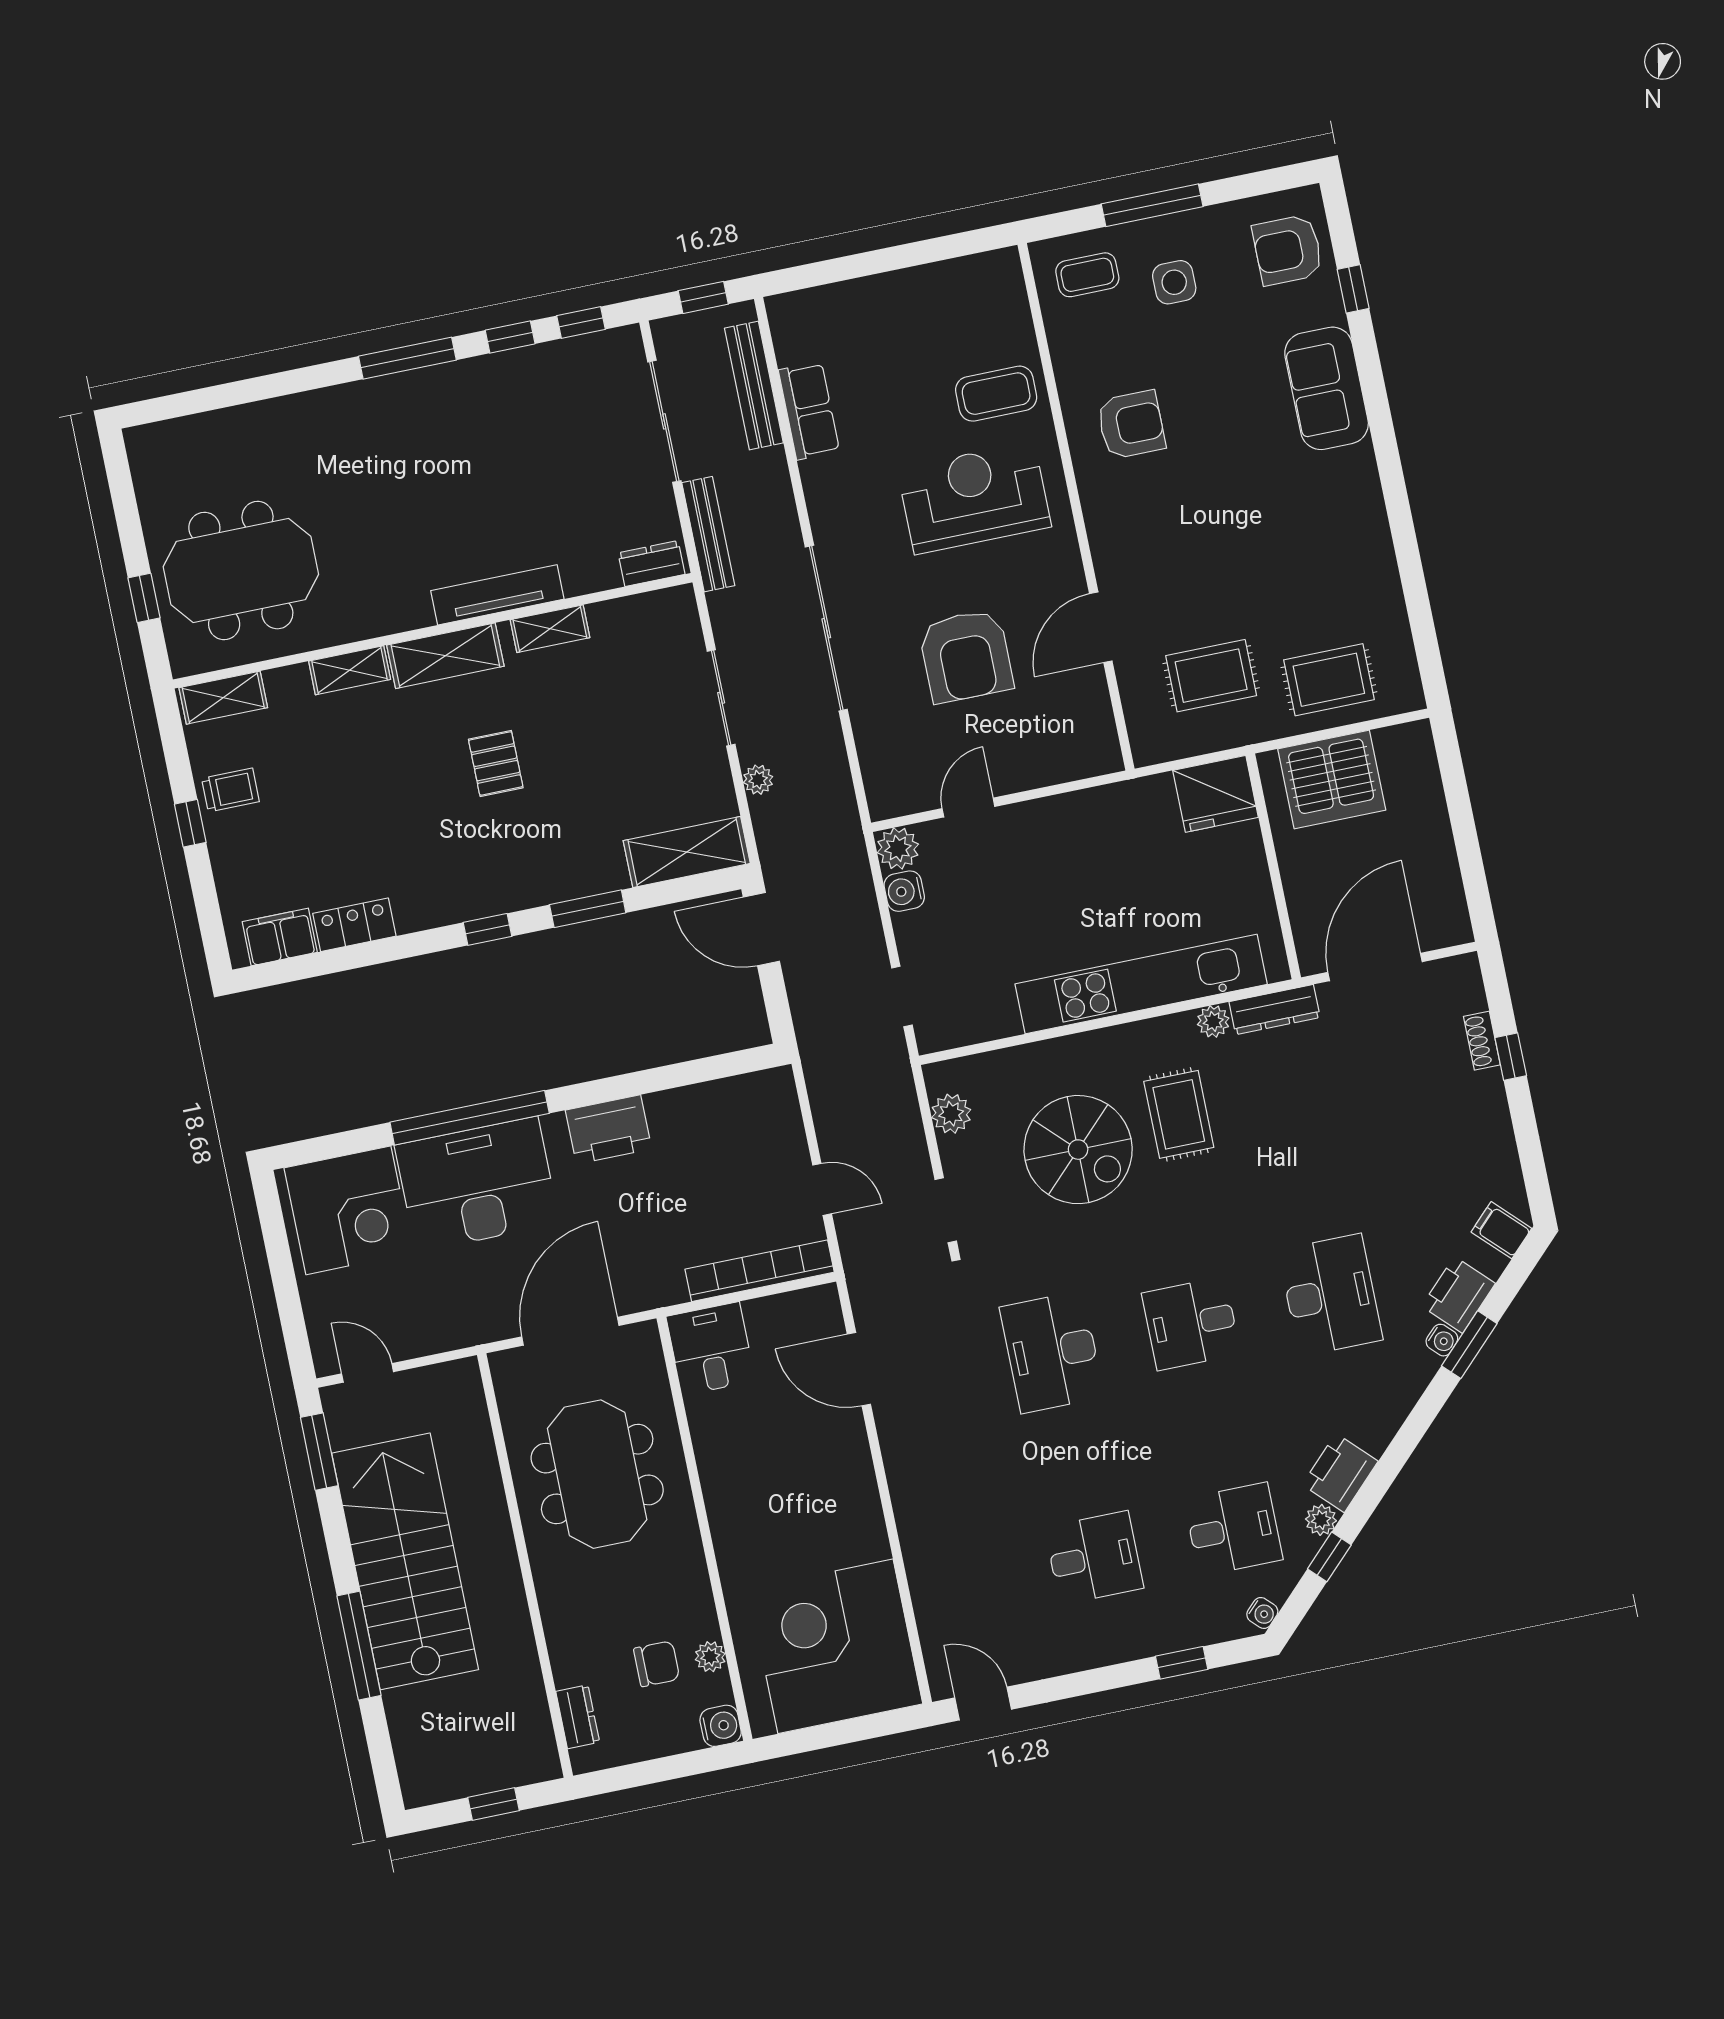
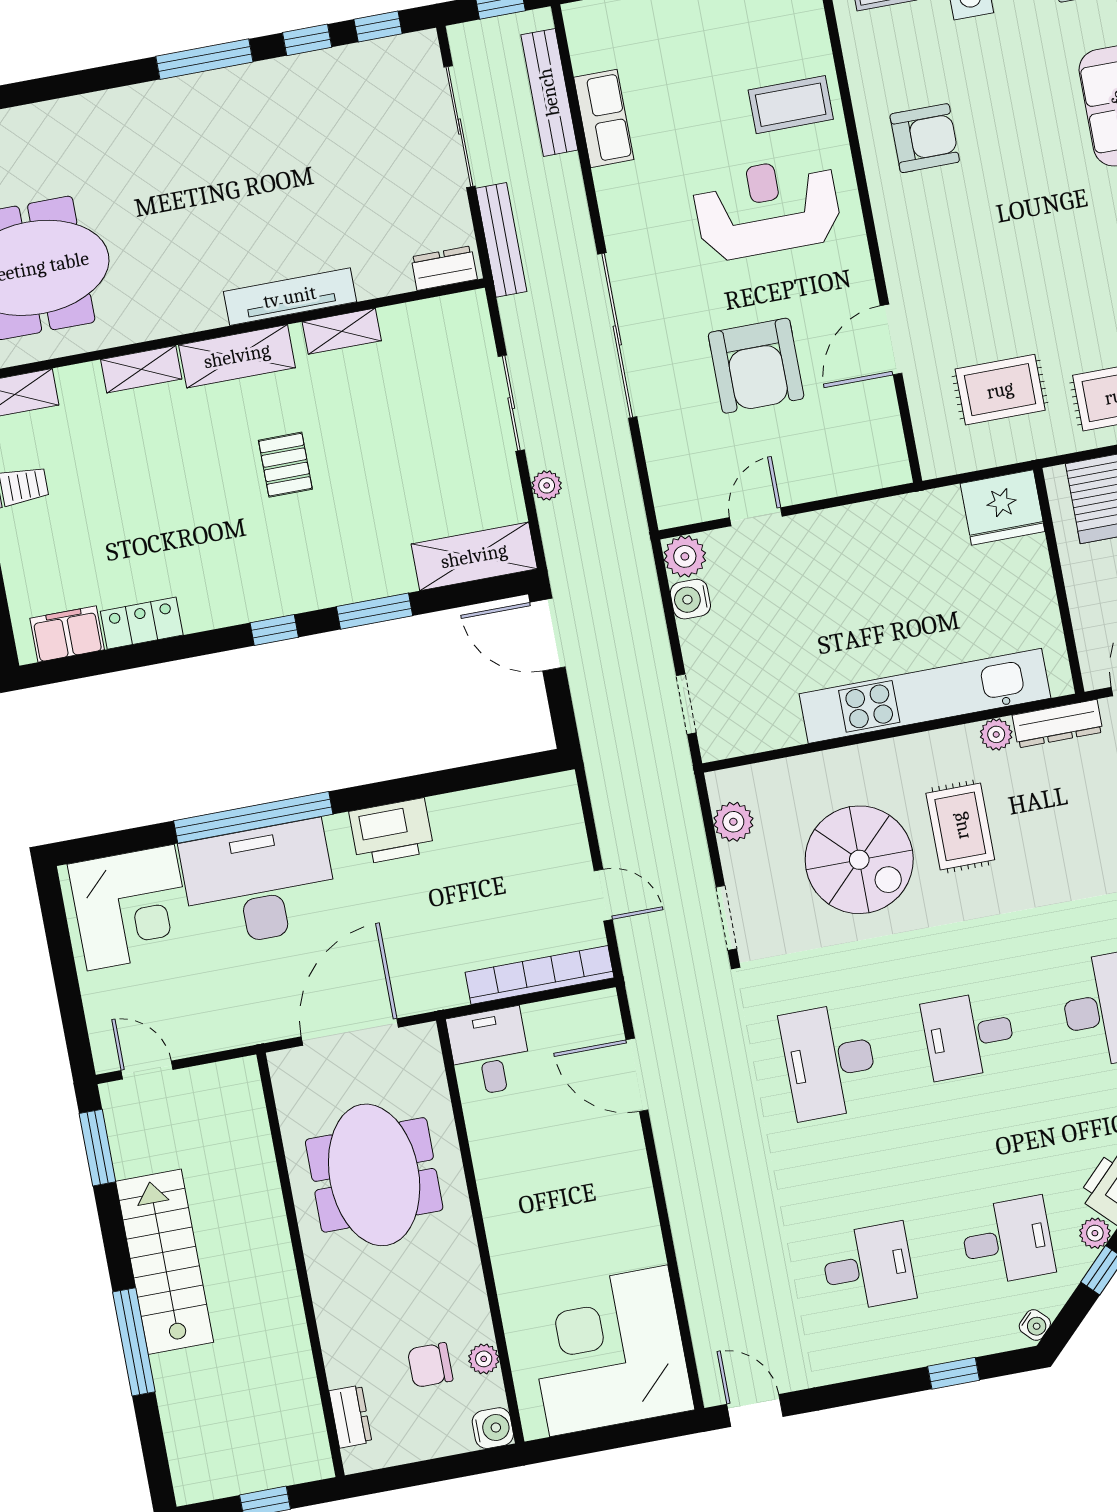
stairs: (405, 1561) -> (165, 1262), width x0.73, depth x0.66
chair: (657, 1664) -> (430, 1365), turned 180

